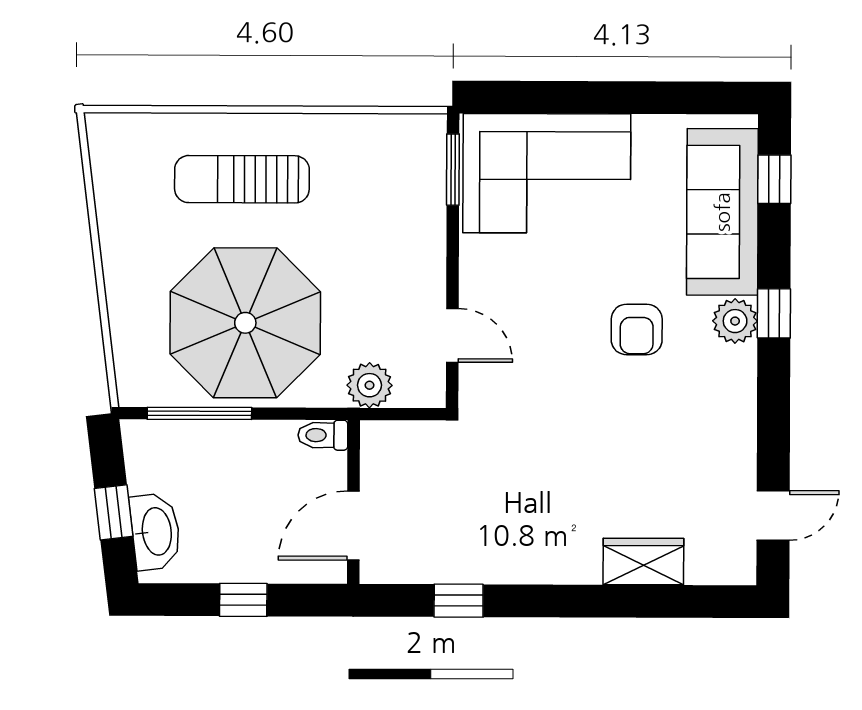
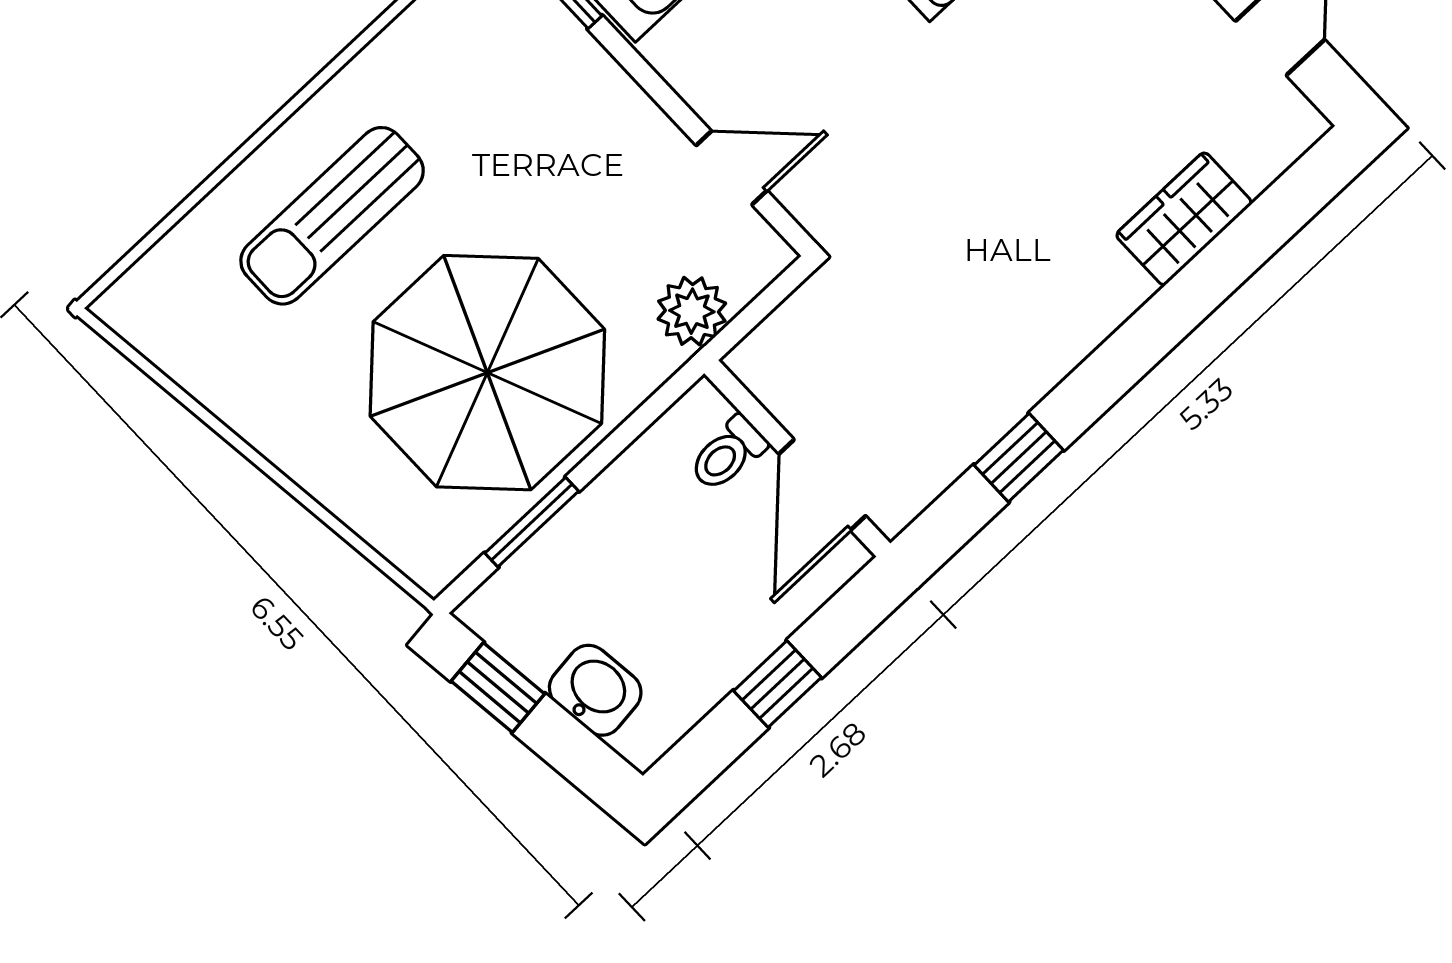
window: (199, 413) -> (532, 522), width x0.69
toilet: (323, 435) -> (728, 454), moved
window: (114, 512) -> (498, 687), moved
washbasin: (155, 532) -> (595, 690), width x0.72

